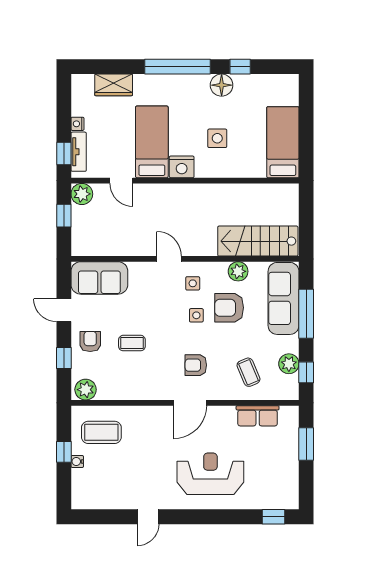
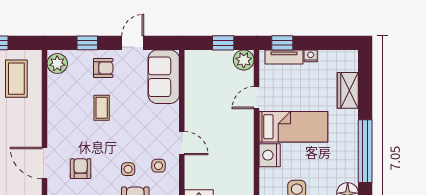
door: (169, 259) -> (182, 143), hinge flipped

